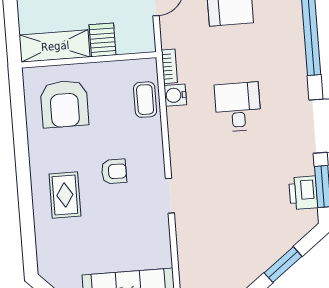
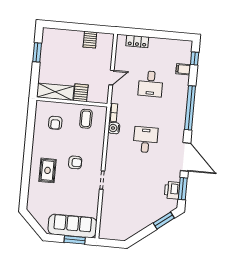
coffee table: (145, 100) -> (86, 119), moved
armchair: (64, 104) -> (55, 123), width x0.53, depth x0.53
window: (283, 265) -> (164, 221), moved

